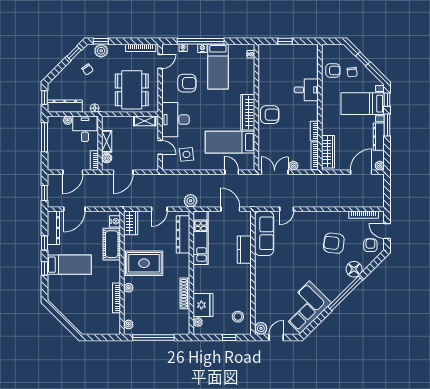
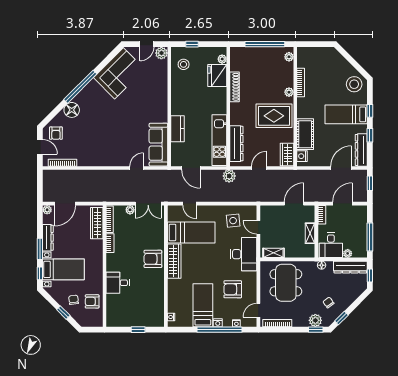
boiler: (107, 158) -> (310, 217), removed
armchair: (334, 243) -> (91, 135), removed
stool: (61, 296) -> (354, 84), added

